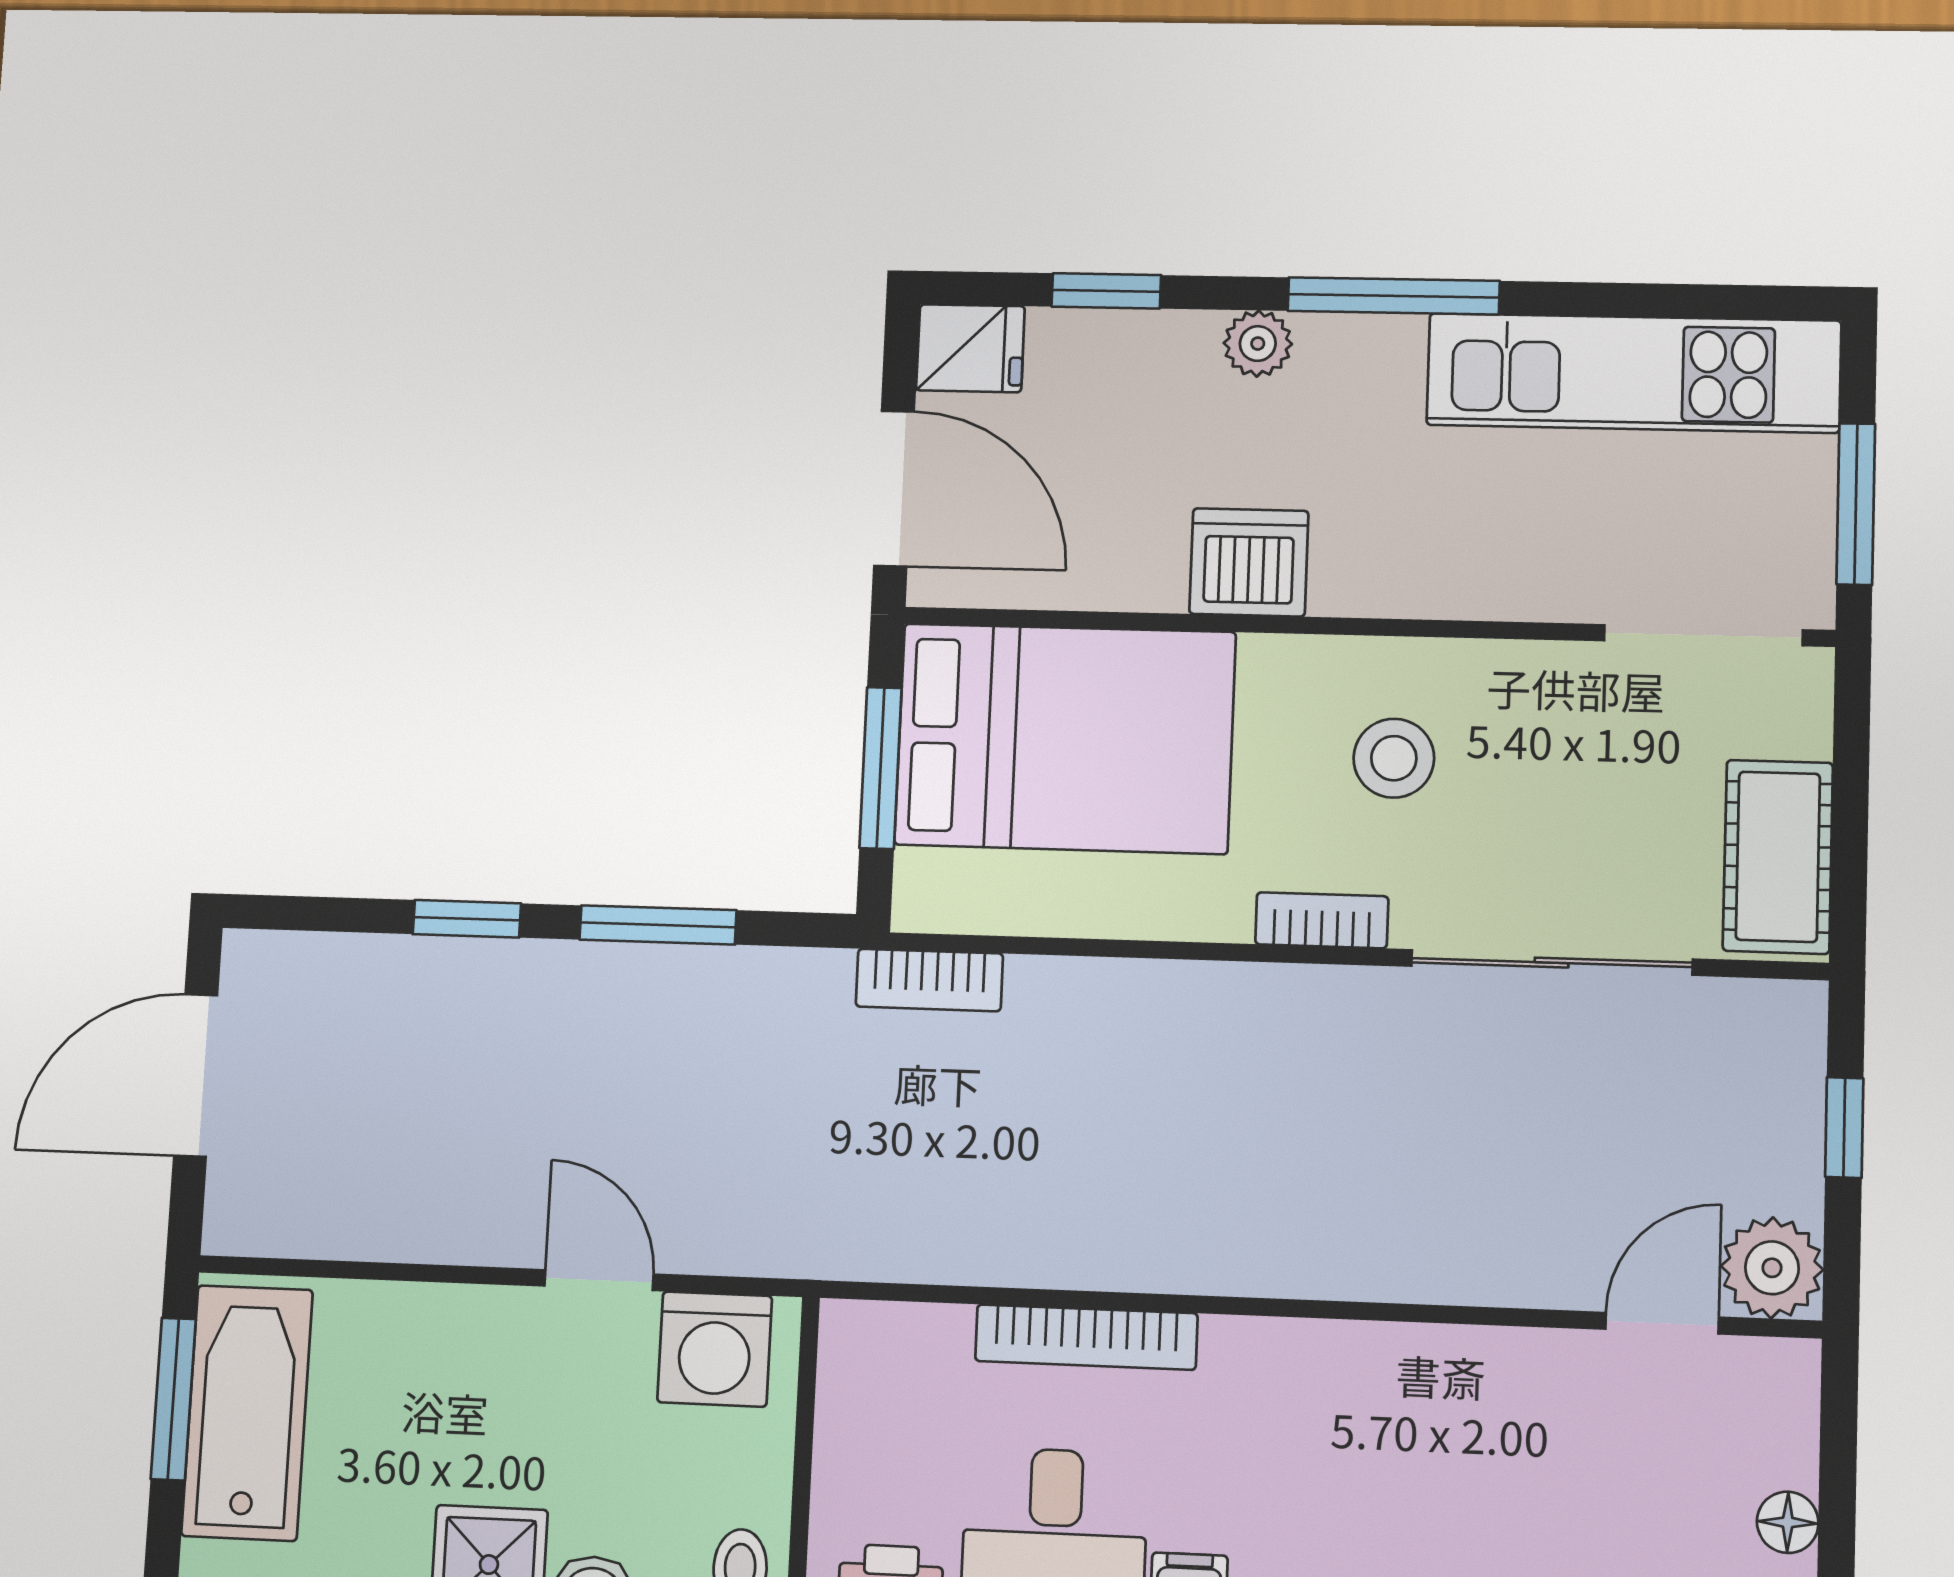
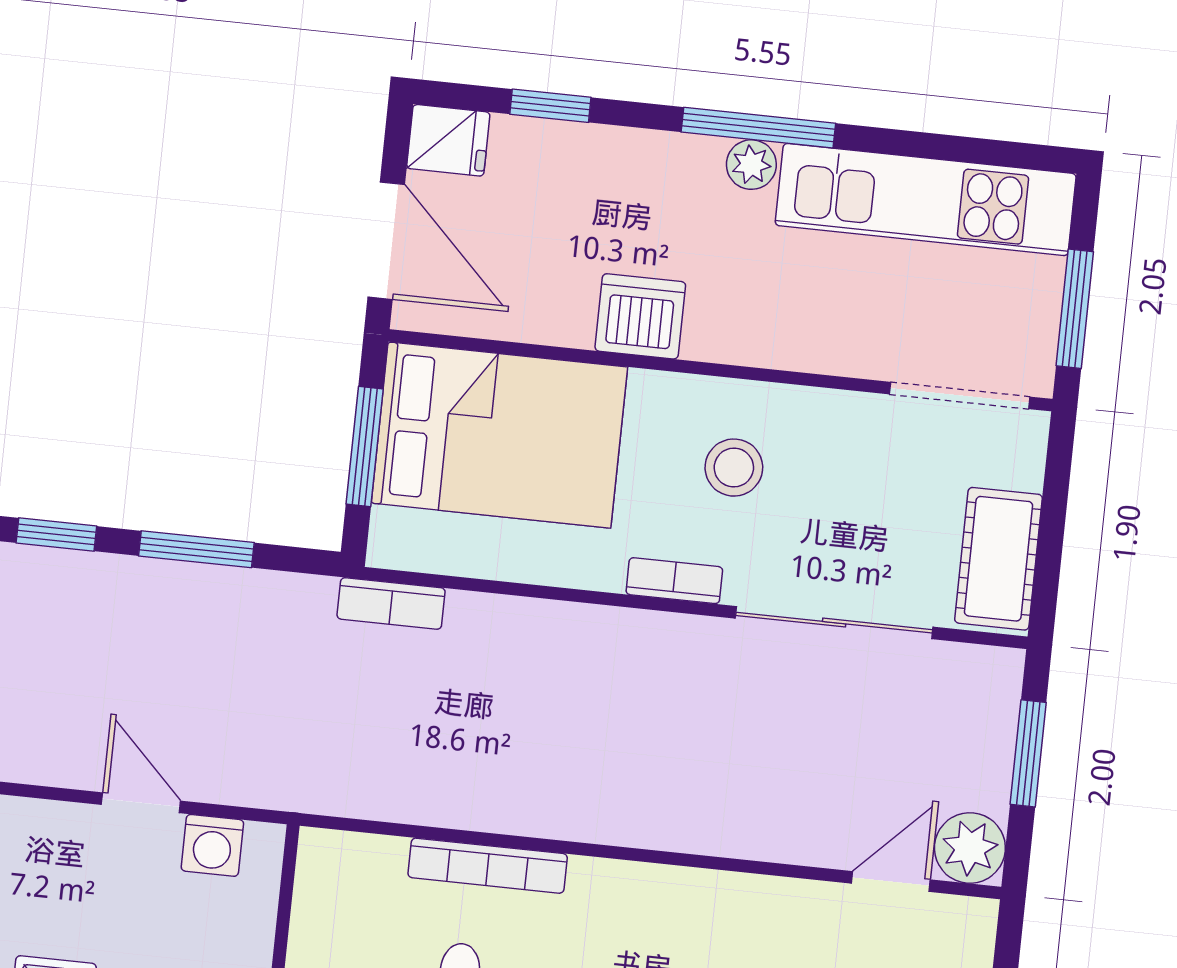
plant: (1258, 344) -> (751, 165), moved
window: (1844, 1128) -> (1028, 753), width x1.50
washing machine: (715, 1349) -> (212, 845), width x0.73, depth x0.73

